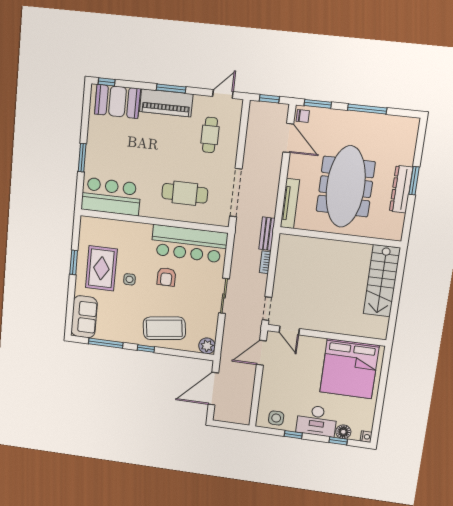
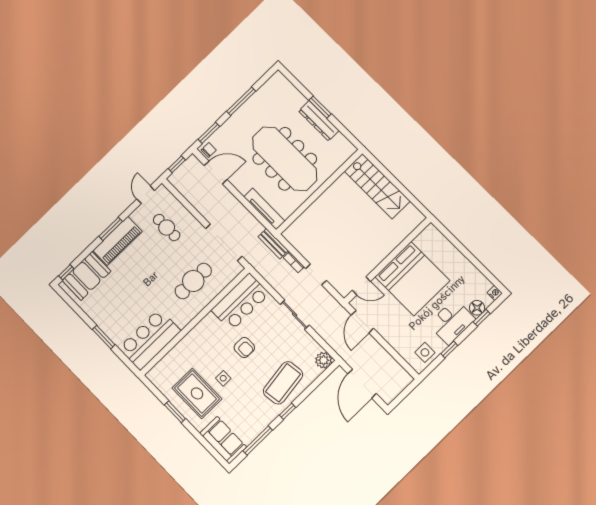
bar counter: (189, 244) -> (240, 302), width x0.73
doorway: (267, 309) -> (316, 275), moved
bed: (349, 369) -> (412, 279), moved

